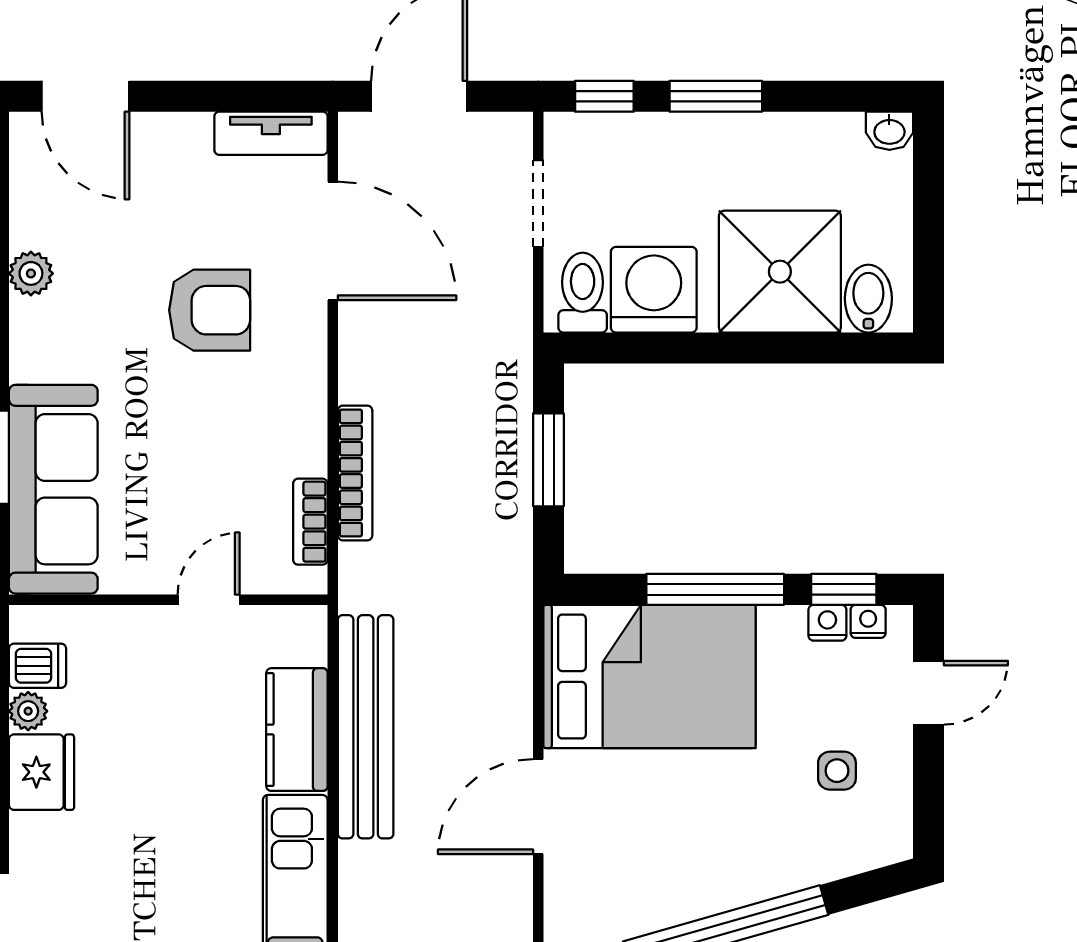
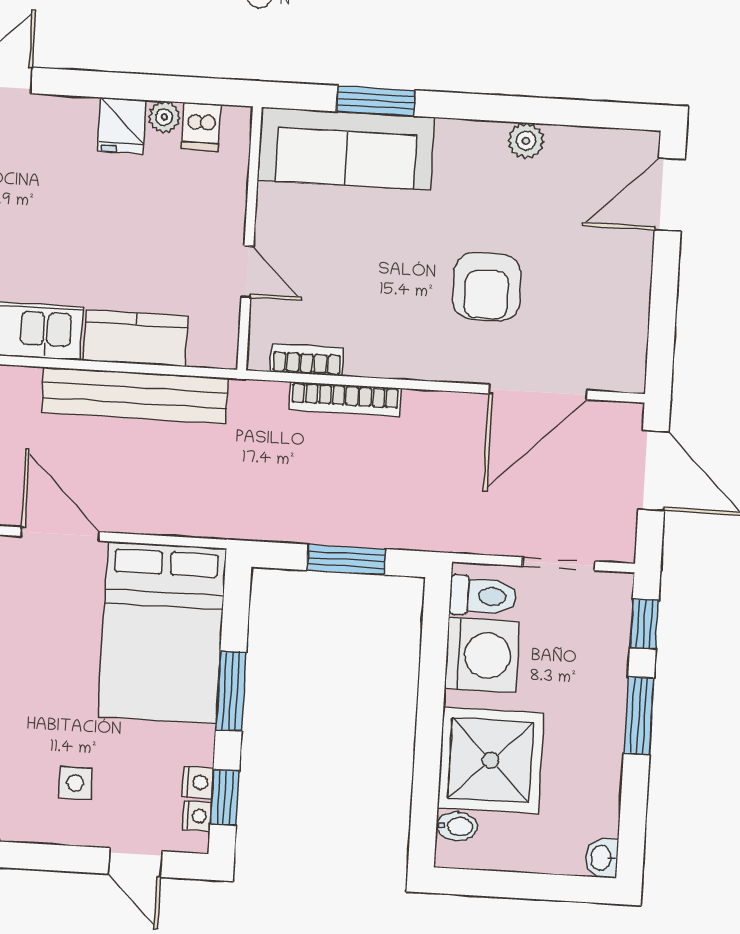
tv unit: (271, 133) -> (630, 346), removed
bidet: (868, 299) -> (457, 826), width x0.72, depth x0.74
window: (715, 589) -> (231, 691), width x0.69
fridge: (42, 772) -> (122, 126), width x0.72

